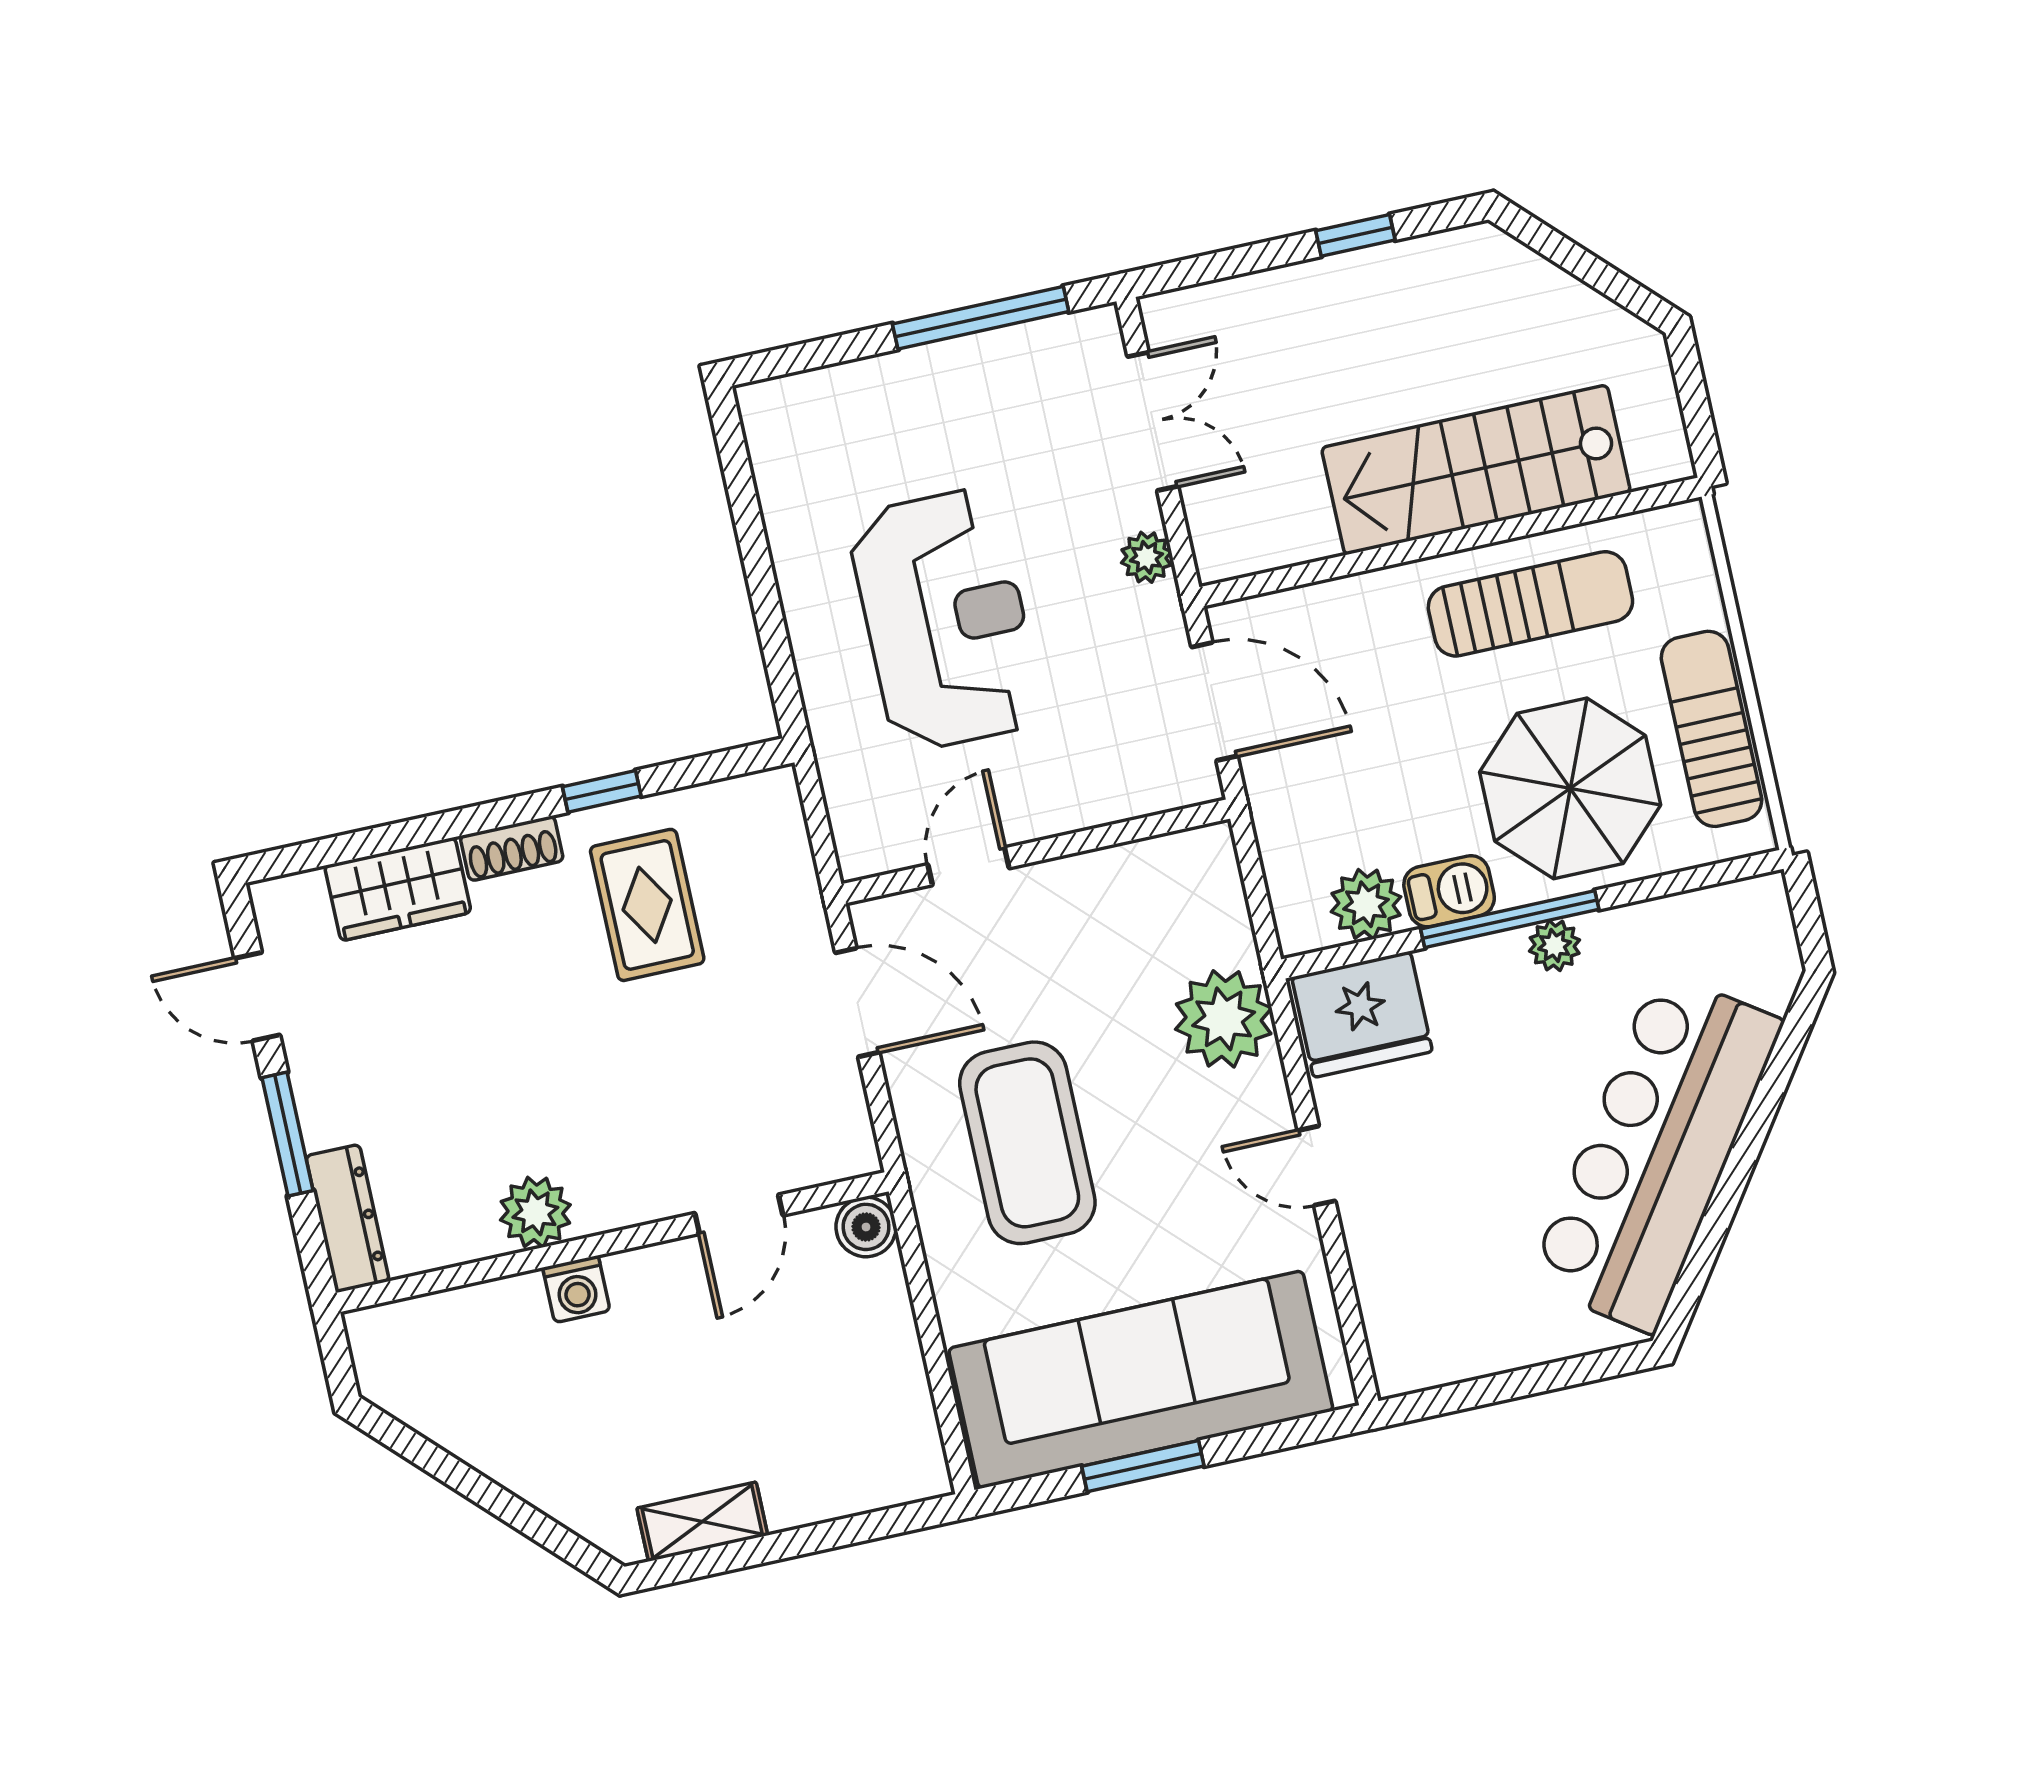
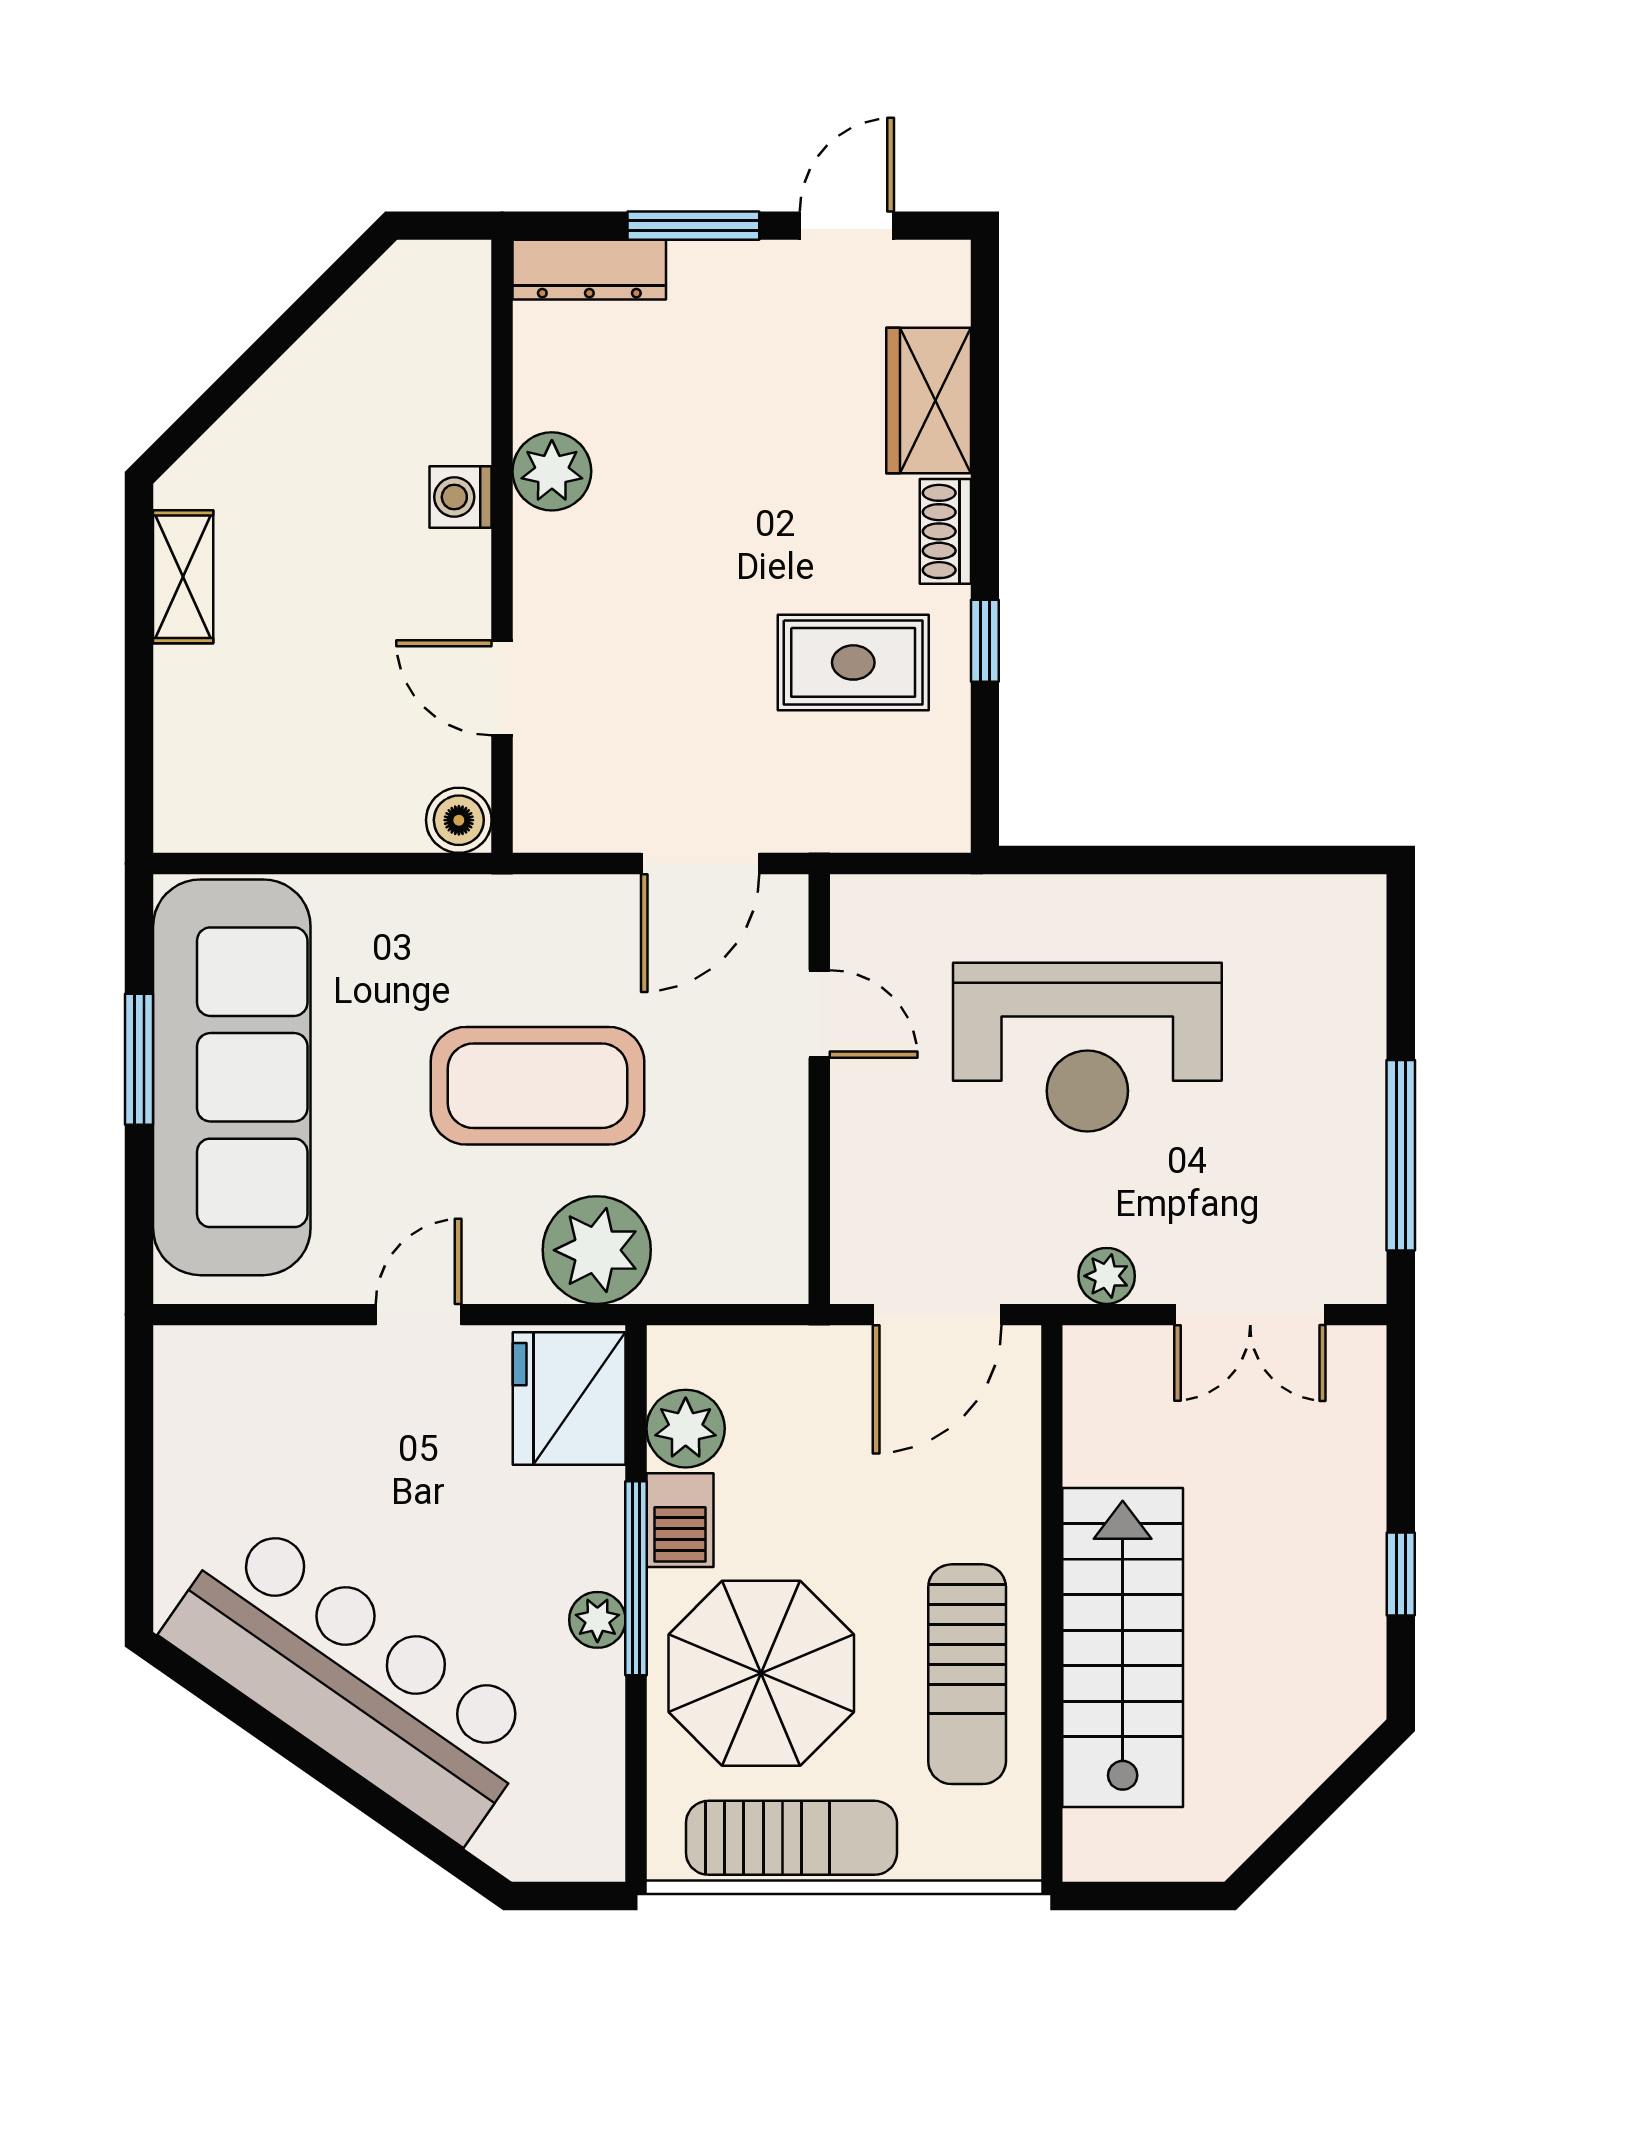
coffee table: (1027, 1143) -> (537, 1086), moved

